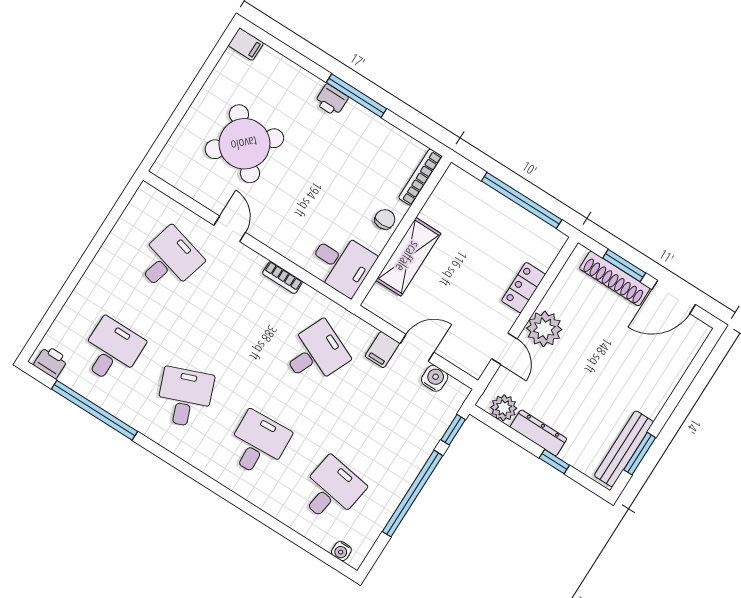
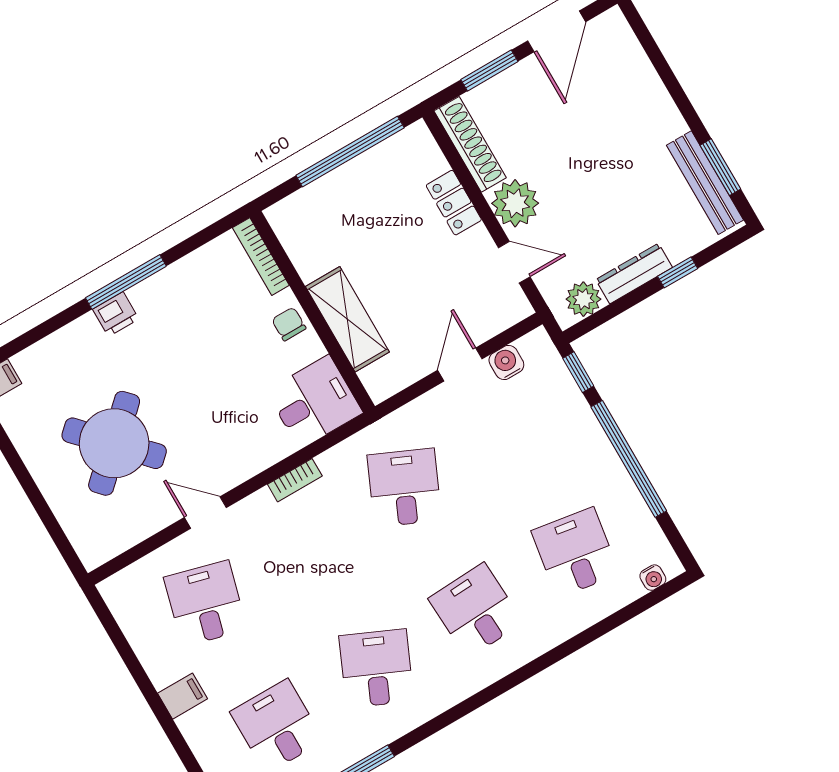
shoe rack: (615, 278) -> (470, 144), moved, turned -90
filing cabinet: (382, 350) -> (182, 696), moved, turned -90
desk: (185, 397) -> (376, 668), turned 45

